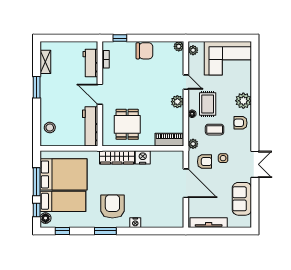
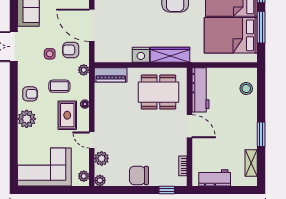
workbench: (90, 63) -> (215, 178), moved, turned -90
plant: (177, 102) -> (102, 158), moved
dining table: (127, 124) -> (158, 92), width x1.38

